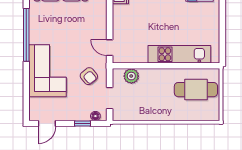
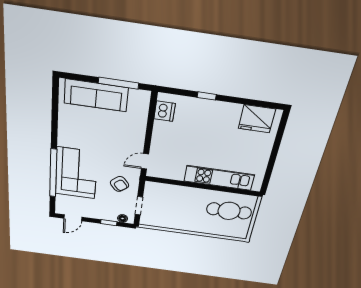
window: (26, 35) -> (53, 173), moved
door: (110, 48) -> (145, 161), hinge flipped
plant: (131, 76) -> (164, 190), removed

